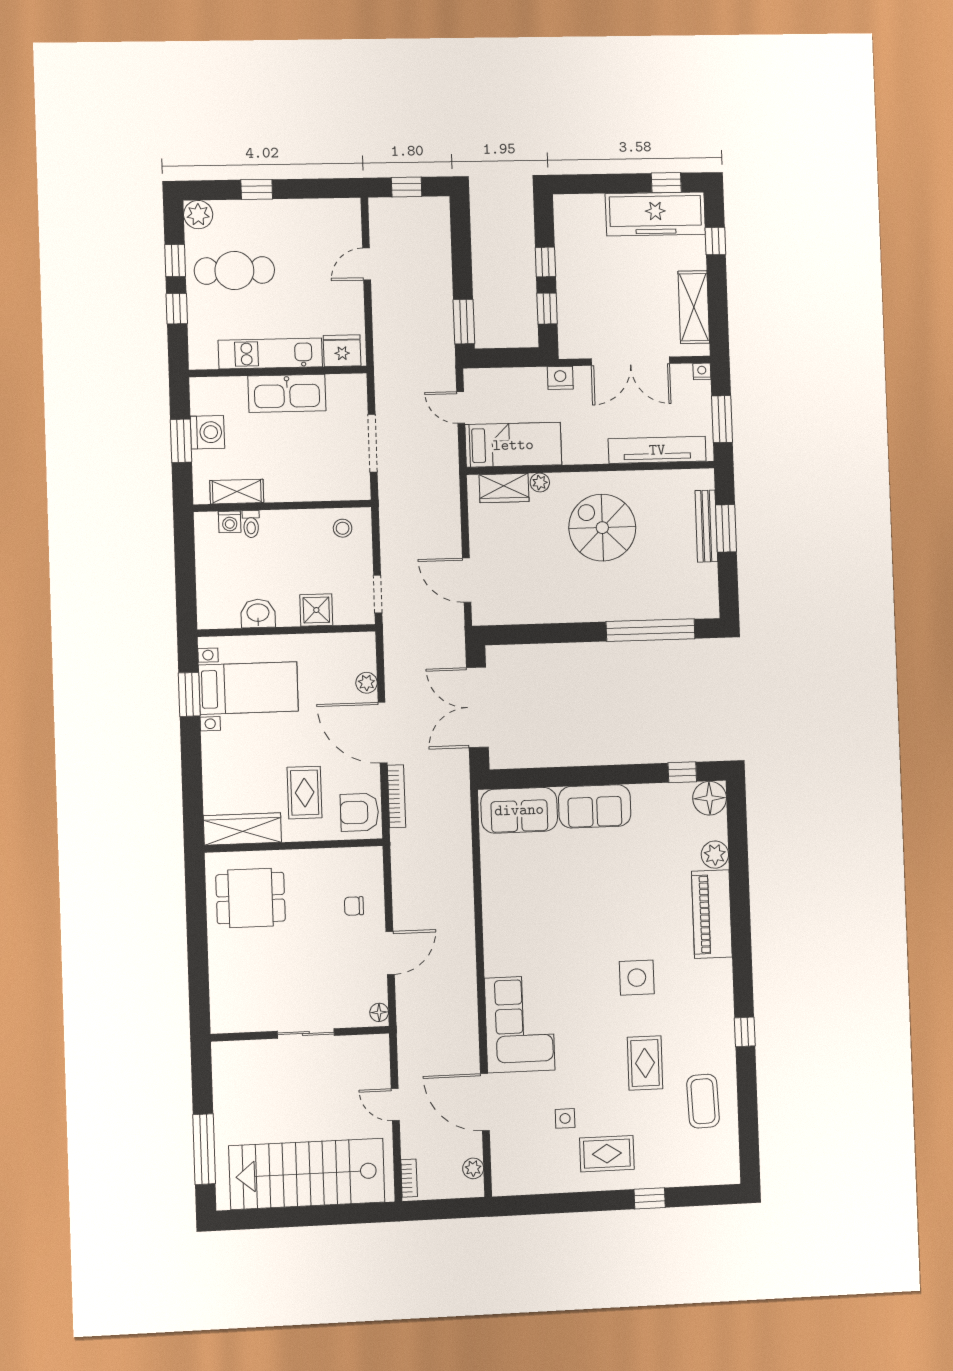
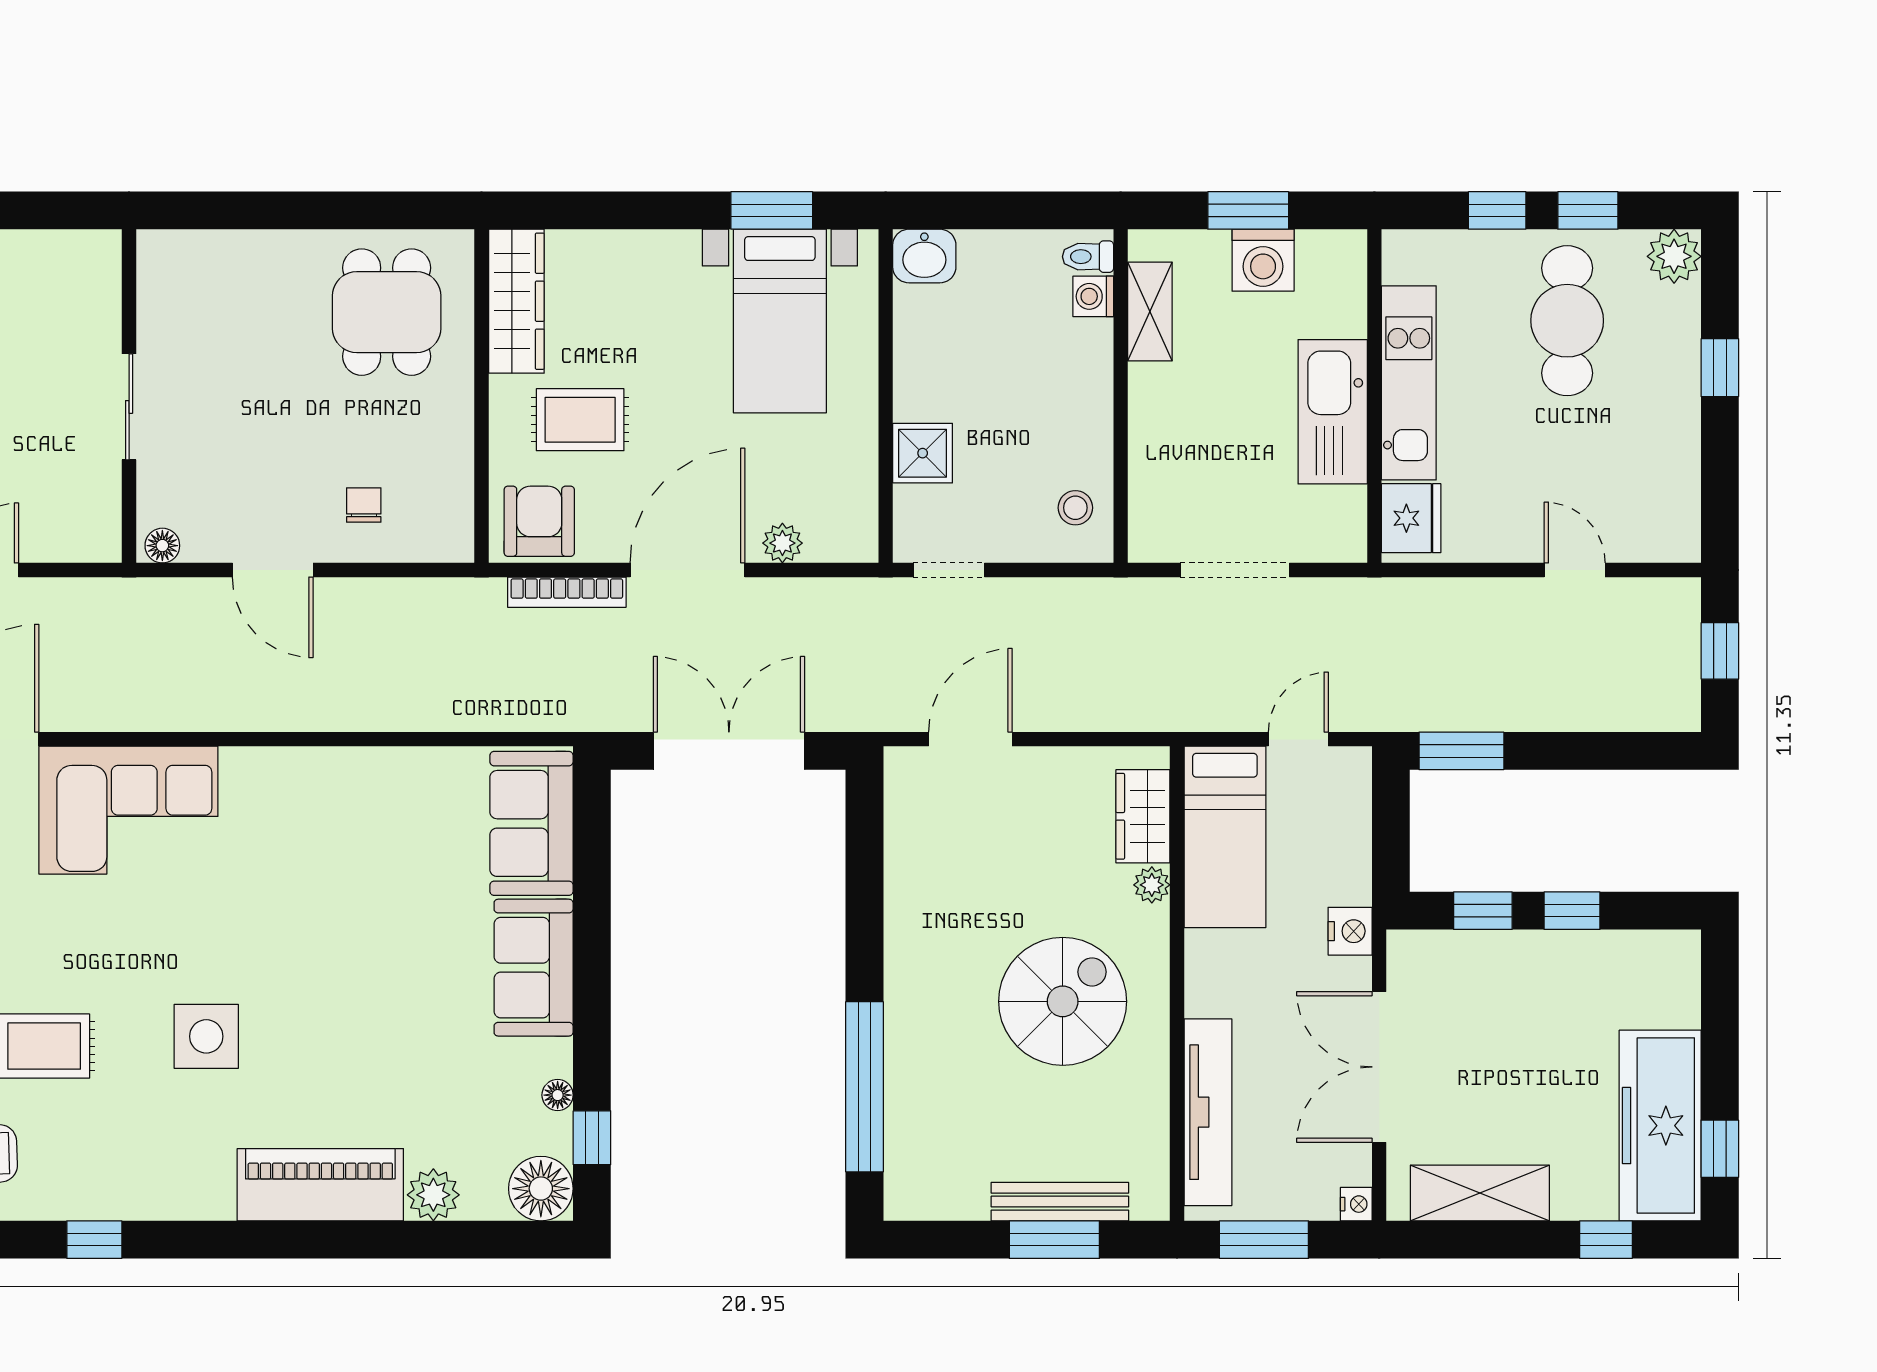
toilet: (251, 524) -> (1088, 257), moved
washbasin: (258, 613) -> (924, 256), moved, turned 90
floor lamp: (661, 791) -> (558, 1095), added

